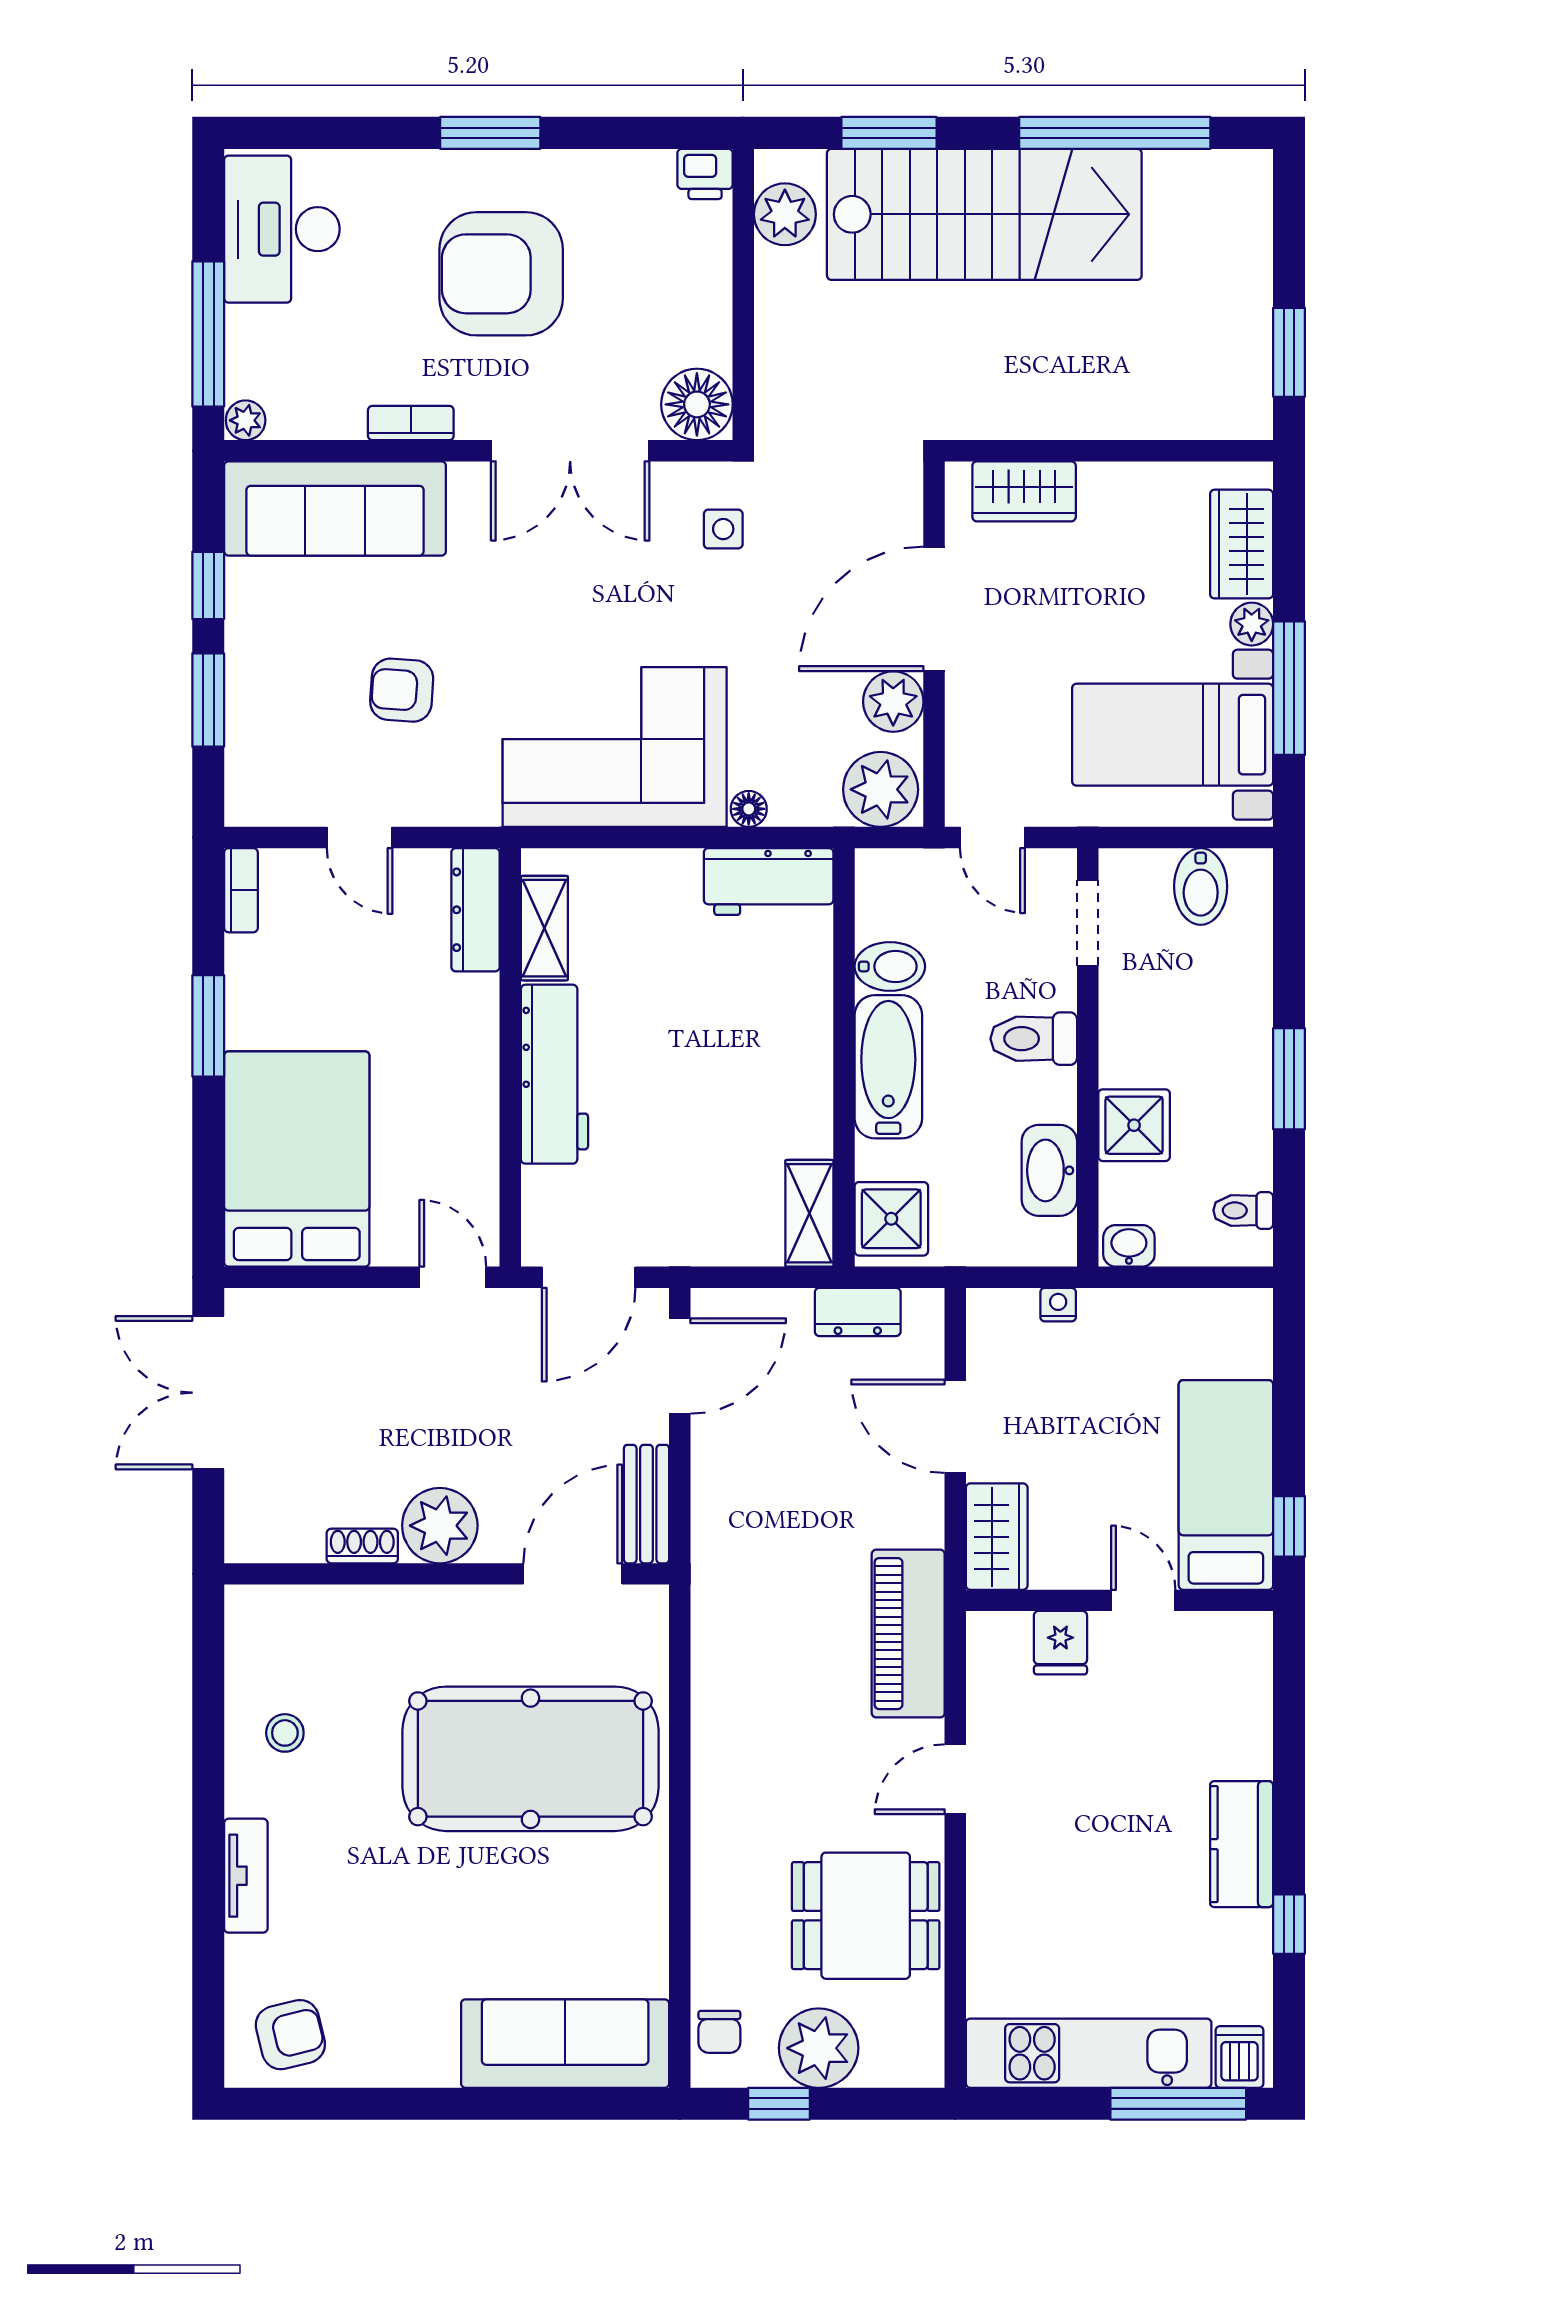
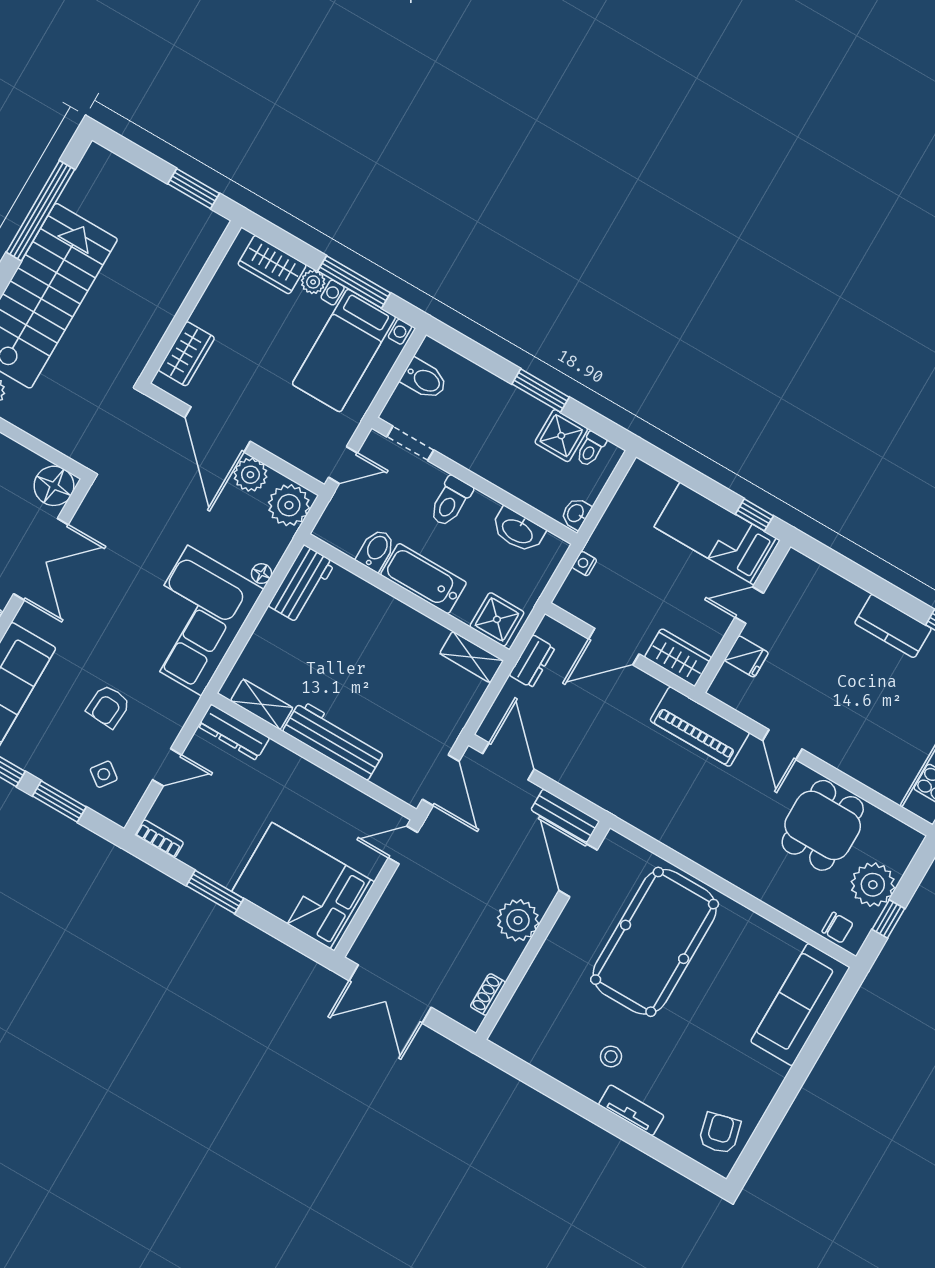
side table: (723, 529) -> (104, 774), moved, turned 37
shower: (1134, 1125) -> (561, 436), moved
shoe rack: (362, 1546) -> (488, 994), moved
stool: (285, 1733) -> (611, 1056), moved

